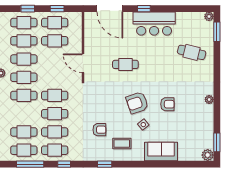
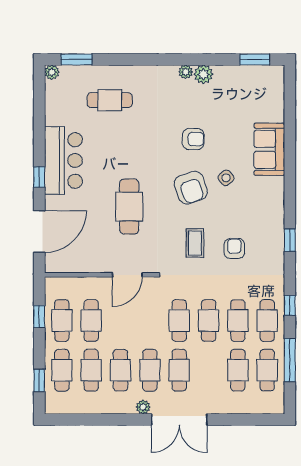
window: (28, 9) -> (39, 380), moved
cafe table: (192, 52) -> (110, 100), turned 76
cafe table: (125, 64) -> (129, 207), width x1.37, depth x1.35
armchair: (167, 104) -> (193, 139), turned 90
coffee table: (122, 144) -> (195, 243), moved
plant: (208, 155) -> (204, 74), moved

